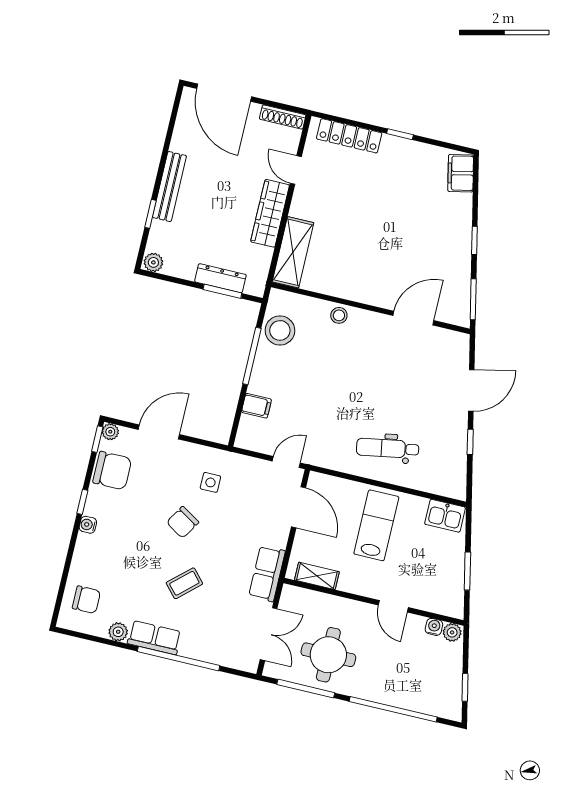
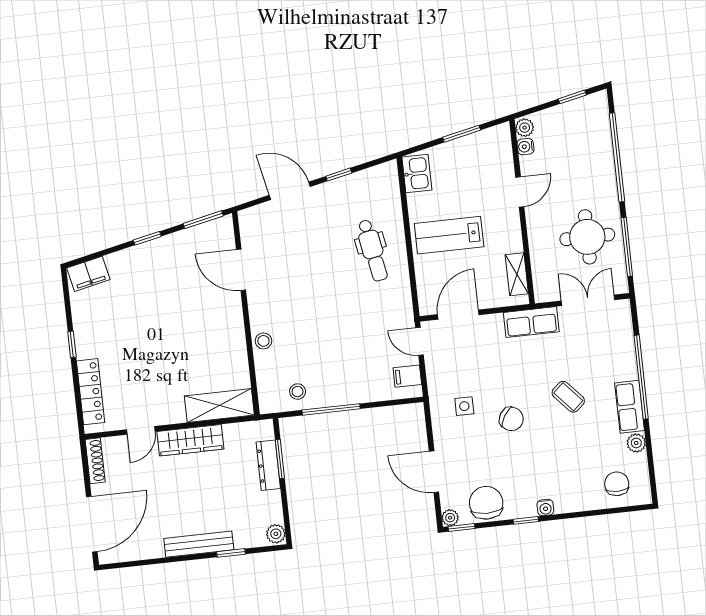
stool: (280, 330) -> (298, 392), width x0.53, depth x0.53
filing cabinet: (256, 406) -> (407, 376), moved, turned -90

